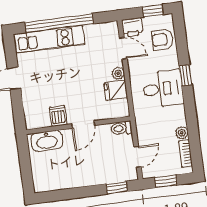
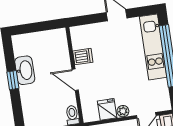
washbasin: (47, 141) -> (25, 70), moved, turned 180
window: (117, 188) -> (13, 80), moved

